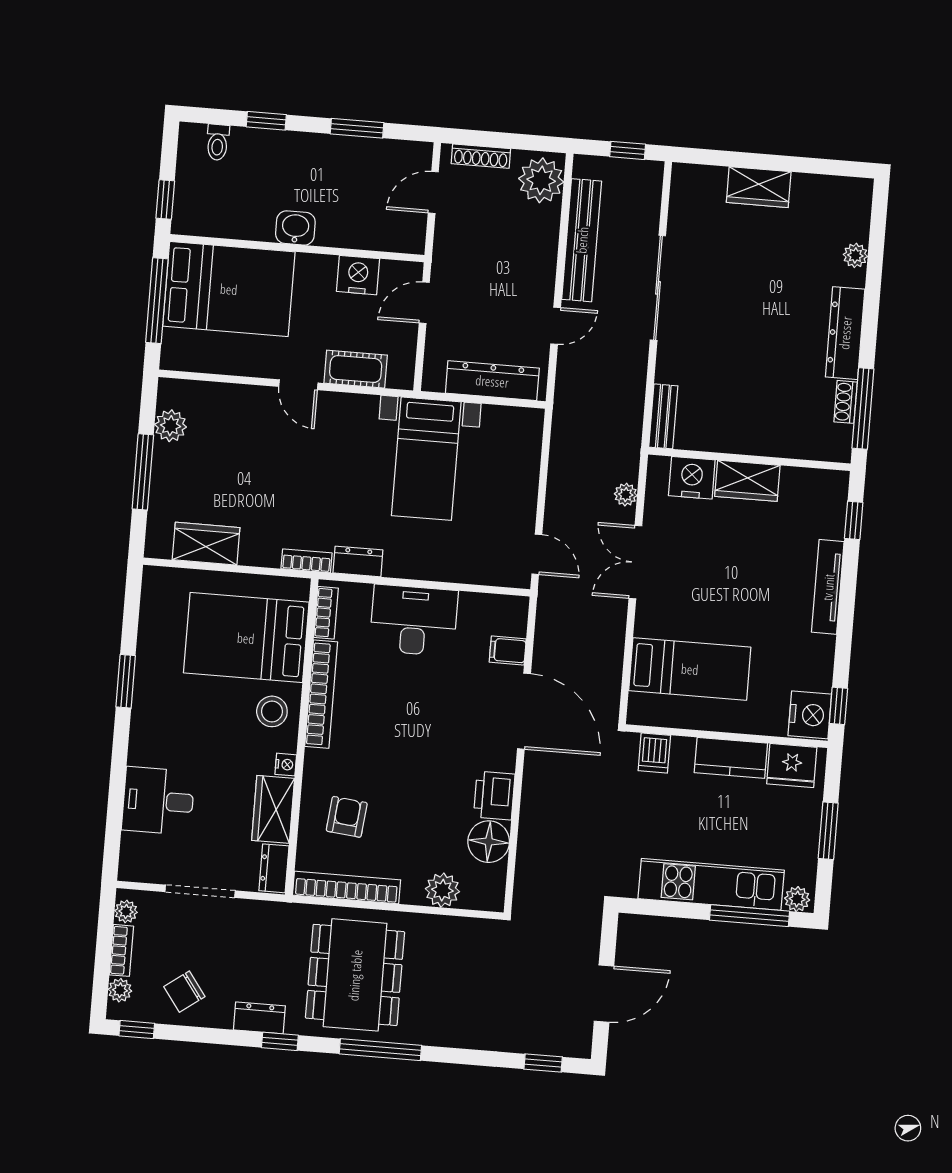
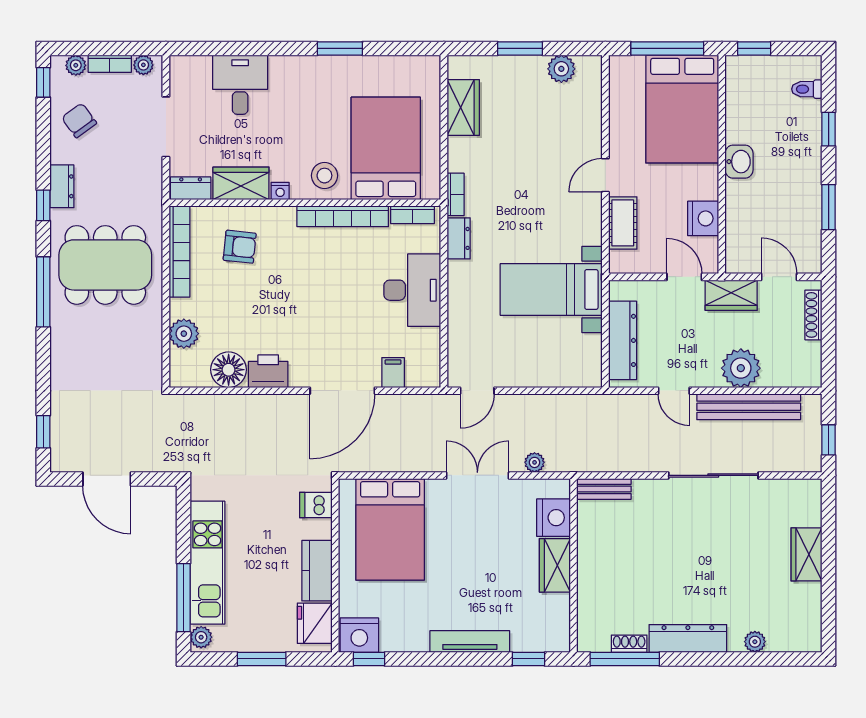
plant: (541, 180) -> (741, 368), moved
wardrobe: (450, 250) -> (731, 295), added
window: (143, 472) -> (520, 48), width x0.69
bed: (690, 669) -> (390, 529), width x1.50

